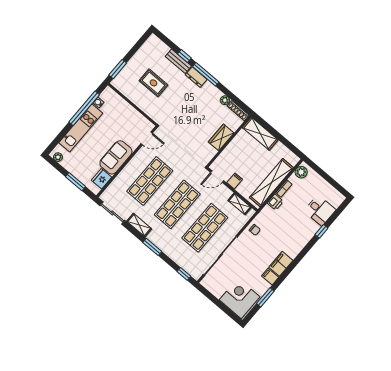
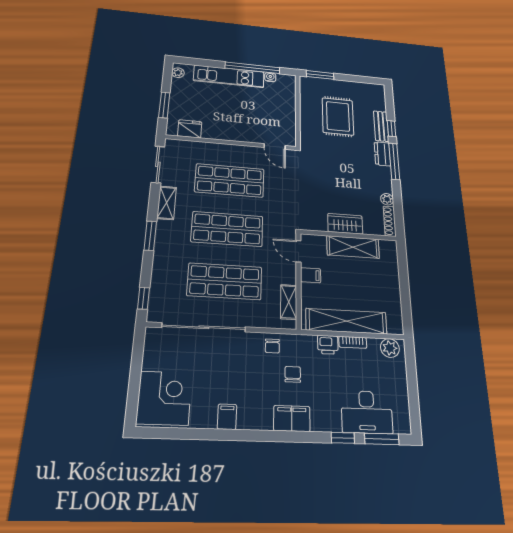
rug: (153, 83) -> (338, 116), width x1.36, depth x1.43
shelving: (260, 134) -> (353, 247), moved, turned 90
sofa: (116, 157) -> (227, 129), removed
desk: (320, 210) -> (367, 412), width x1.37
chair: (275, 231) -> (293, 374), added
filing cabinet: (281, 264) -> (292, 418), moved
window: (265, 297) -> (382, 439), moved

